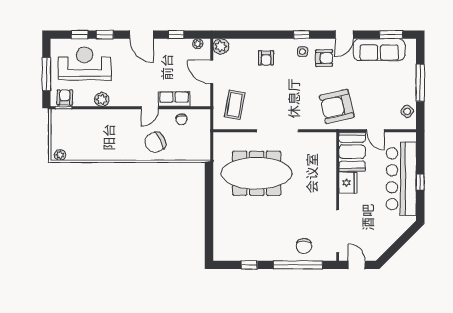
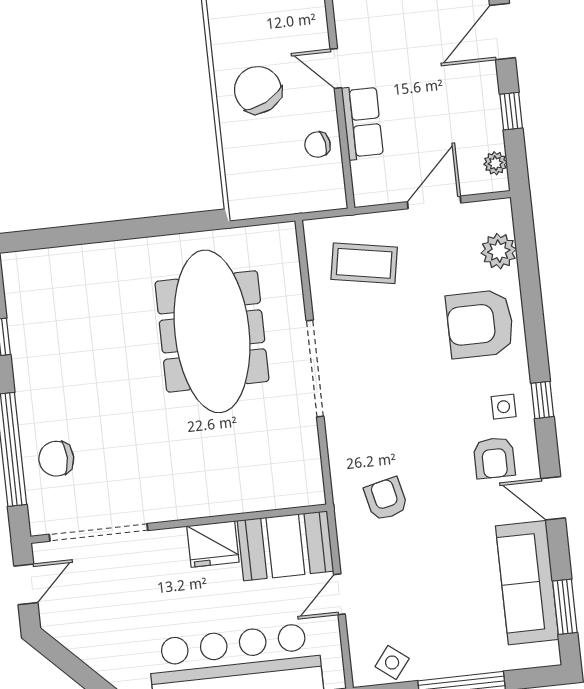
plant: (221, 46) -> (499, 251), moved
armchair: (266, 58) -> (480, 324), width x1.88, depth x1.88
armchair: (337, 106) -> (386, 499), width x0.53, depth x0.53

